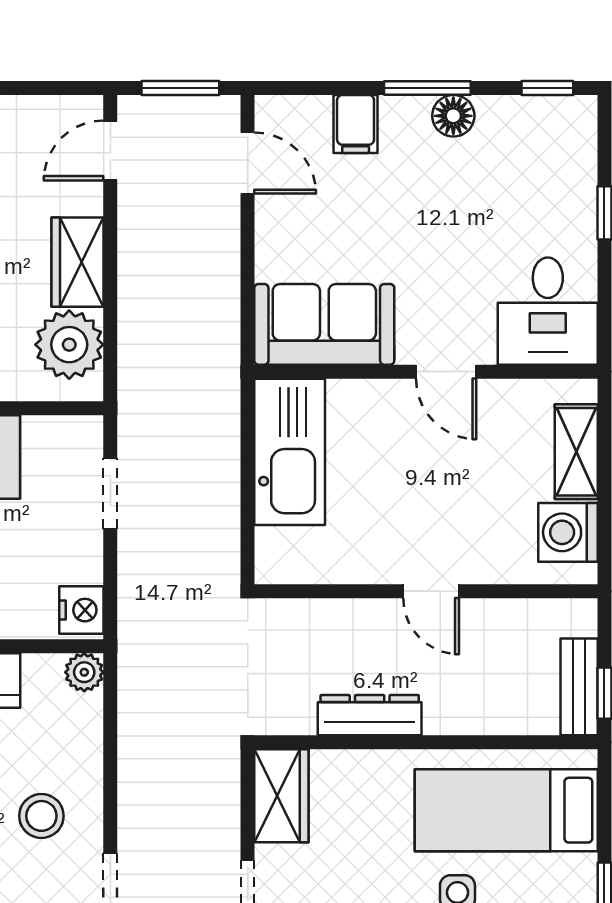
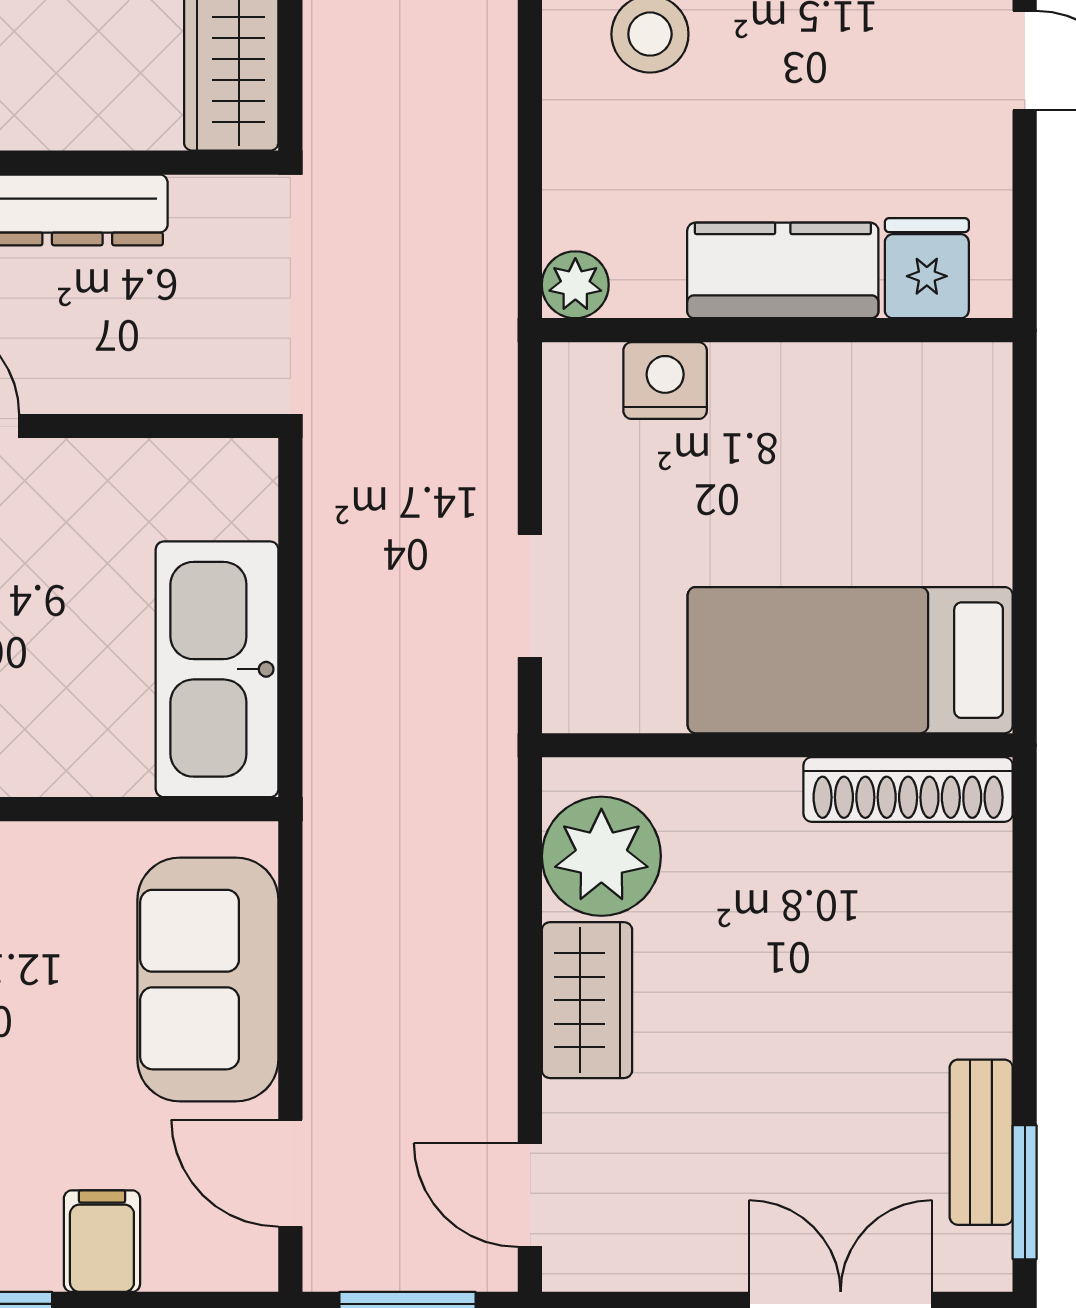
door: (110, 150) -> (530, 1195), swing flipped
sofa: (324, 324) -> (208, 980), moved, turned 90
nightstand: (81, 610) -> (665, 381), moved, turned 90

